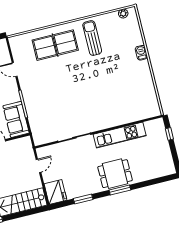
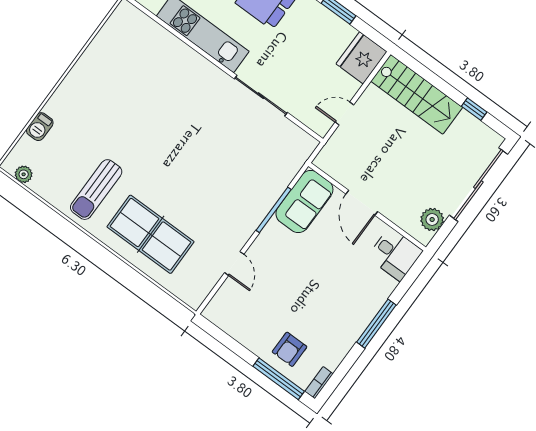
barbecue: (141, 53) -> (40, 127), moved

